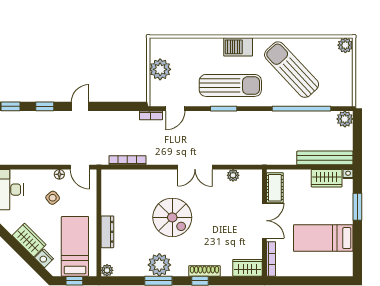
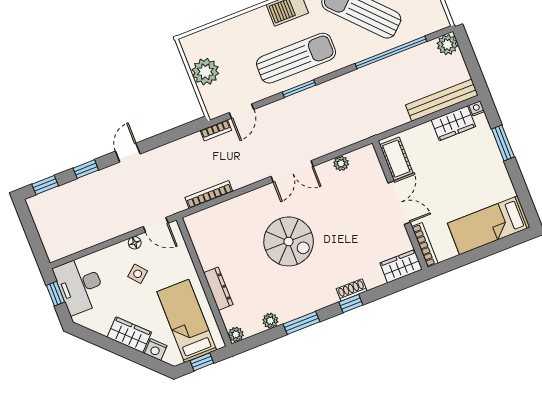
bed: (323, 238) -> (489, 225), moved
plant: (159, 265) -> (270, 321), moved, width x0.53, depth x0.53
shoe rack: (204, 271) -> (352, 290), width x0.70

